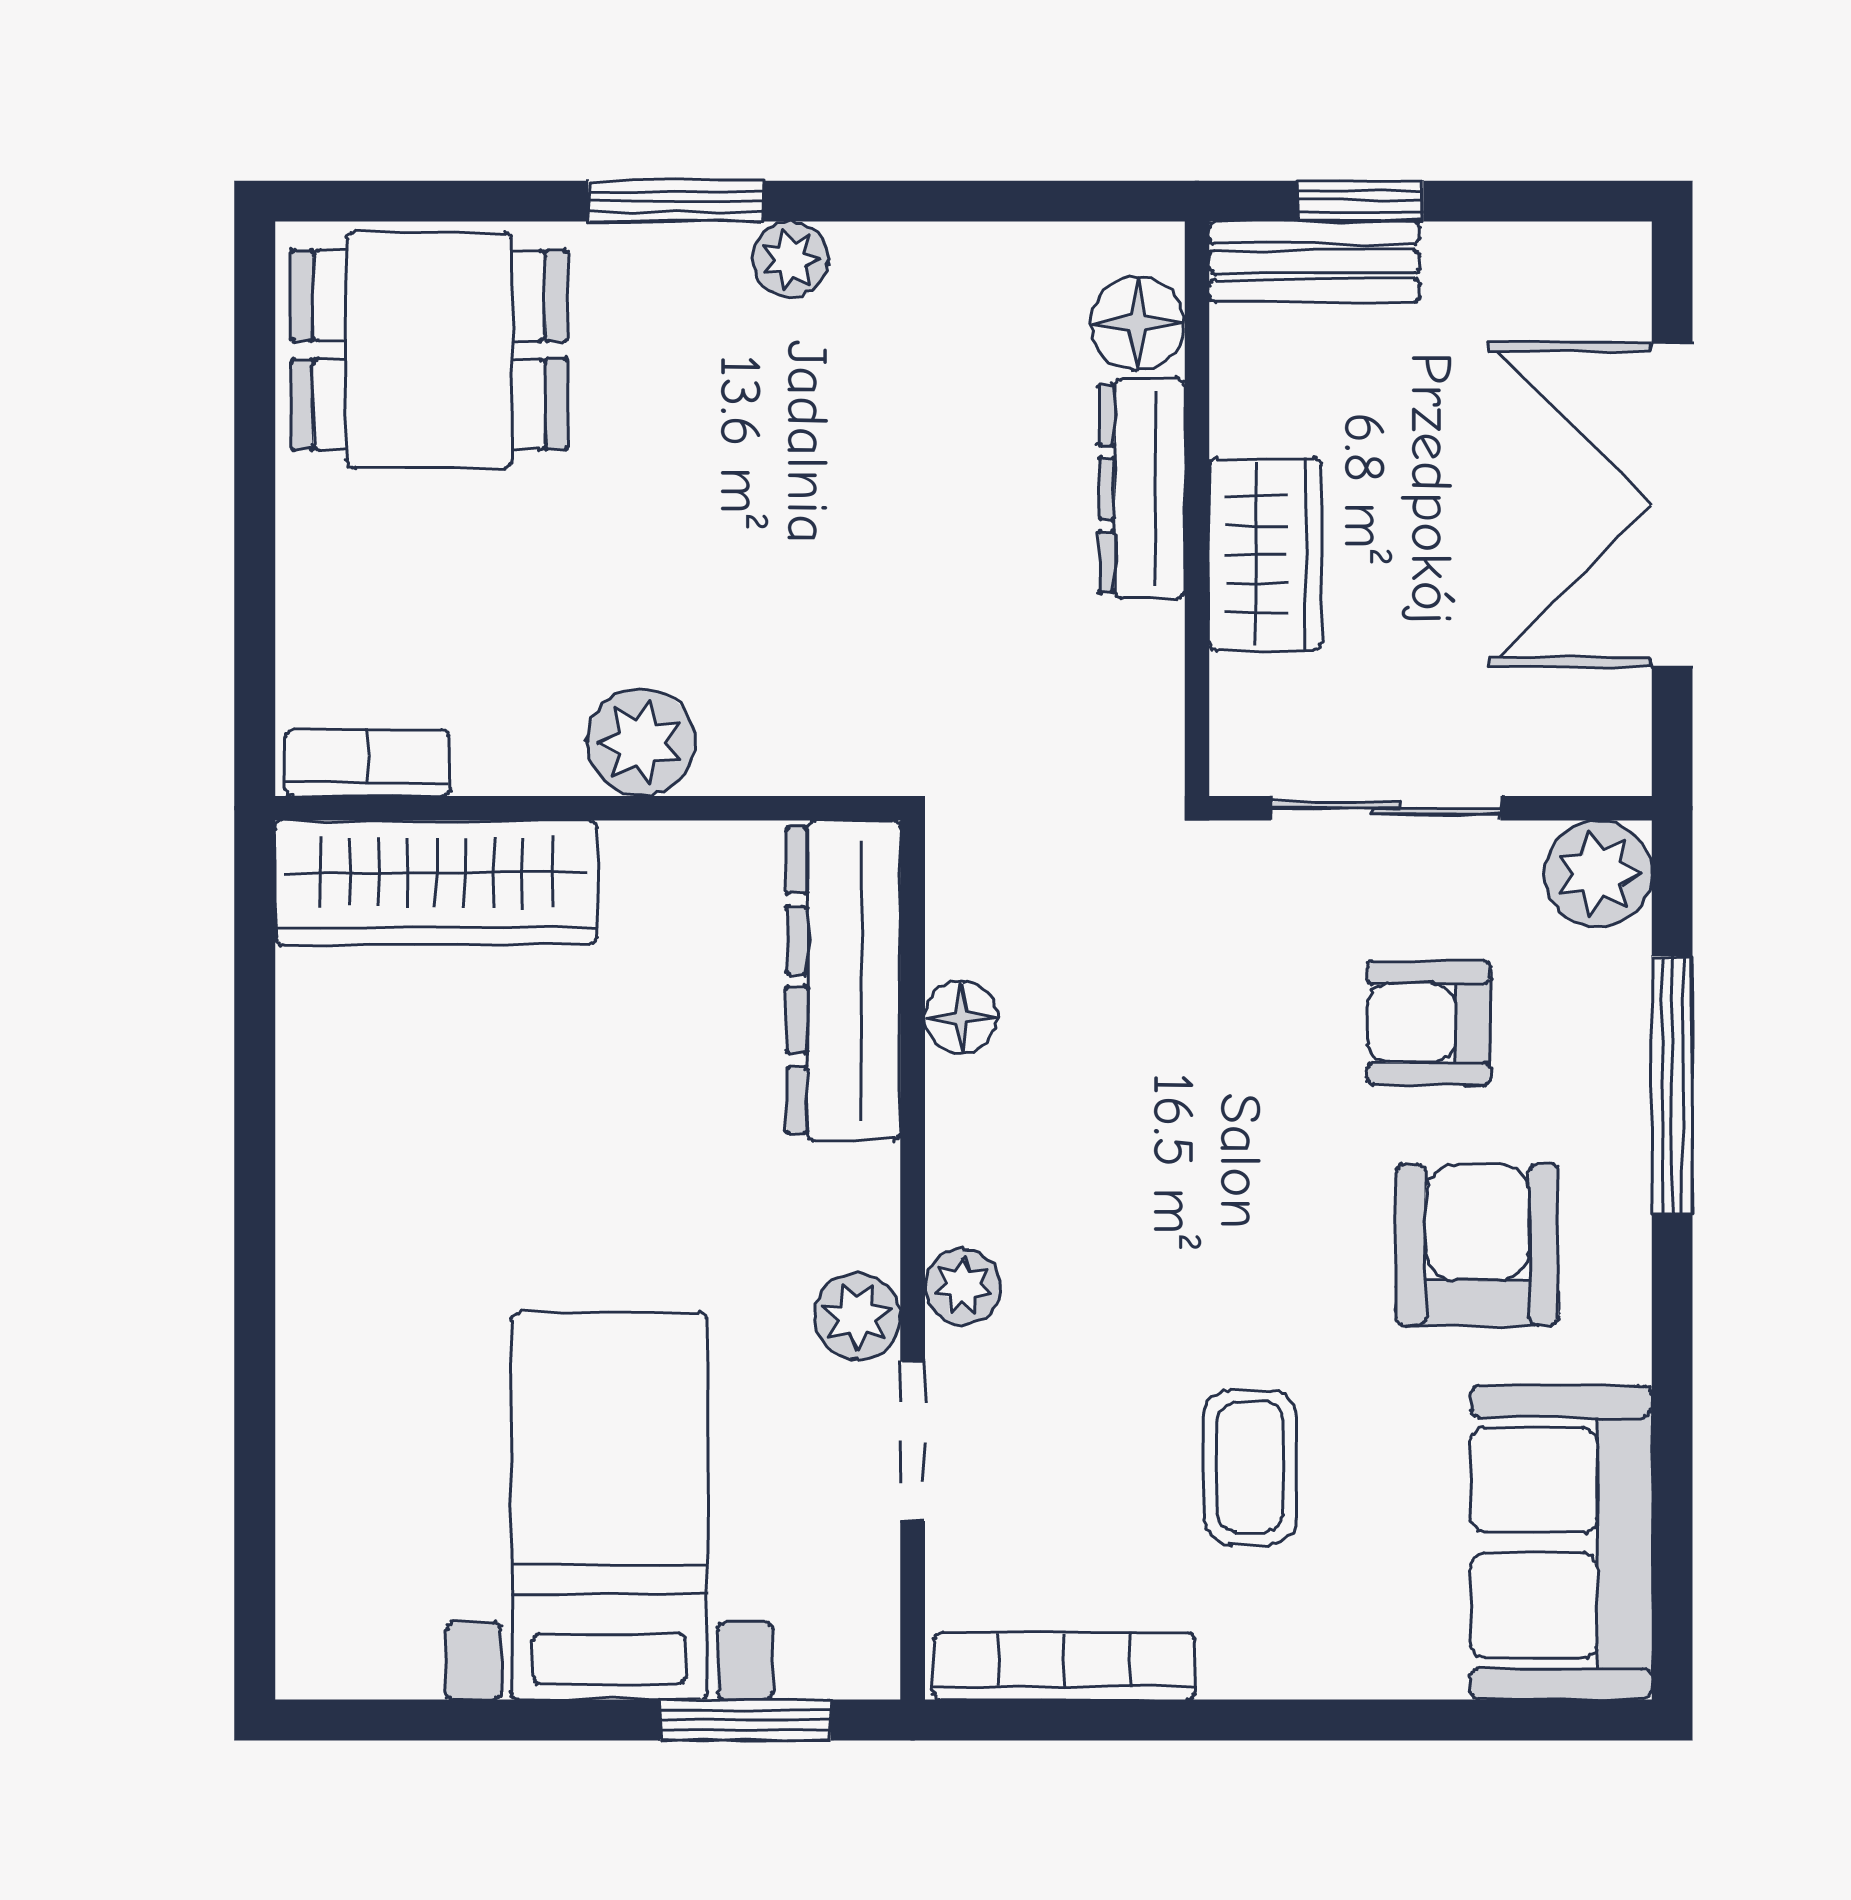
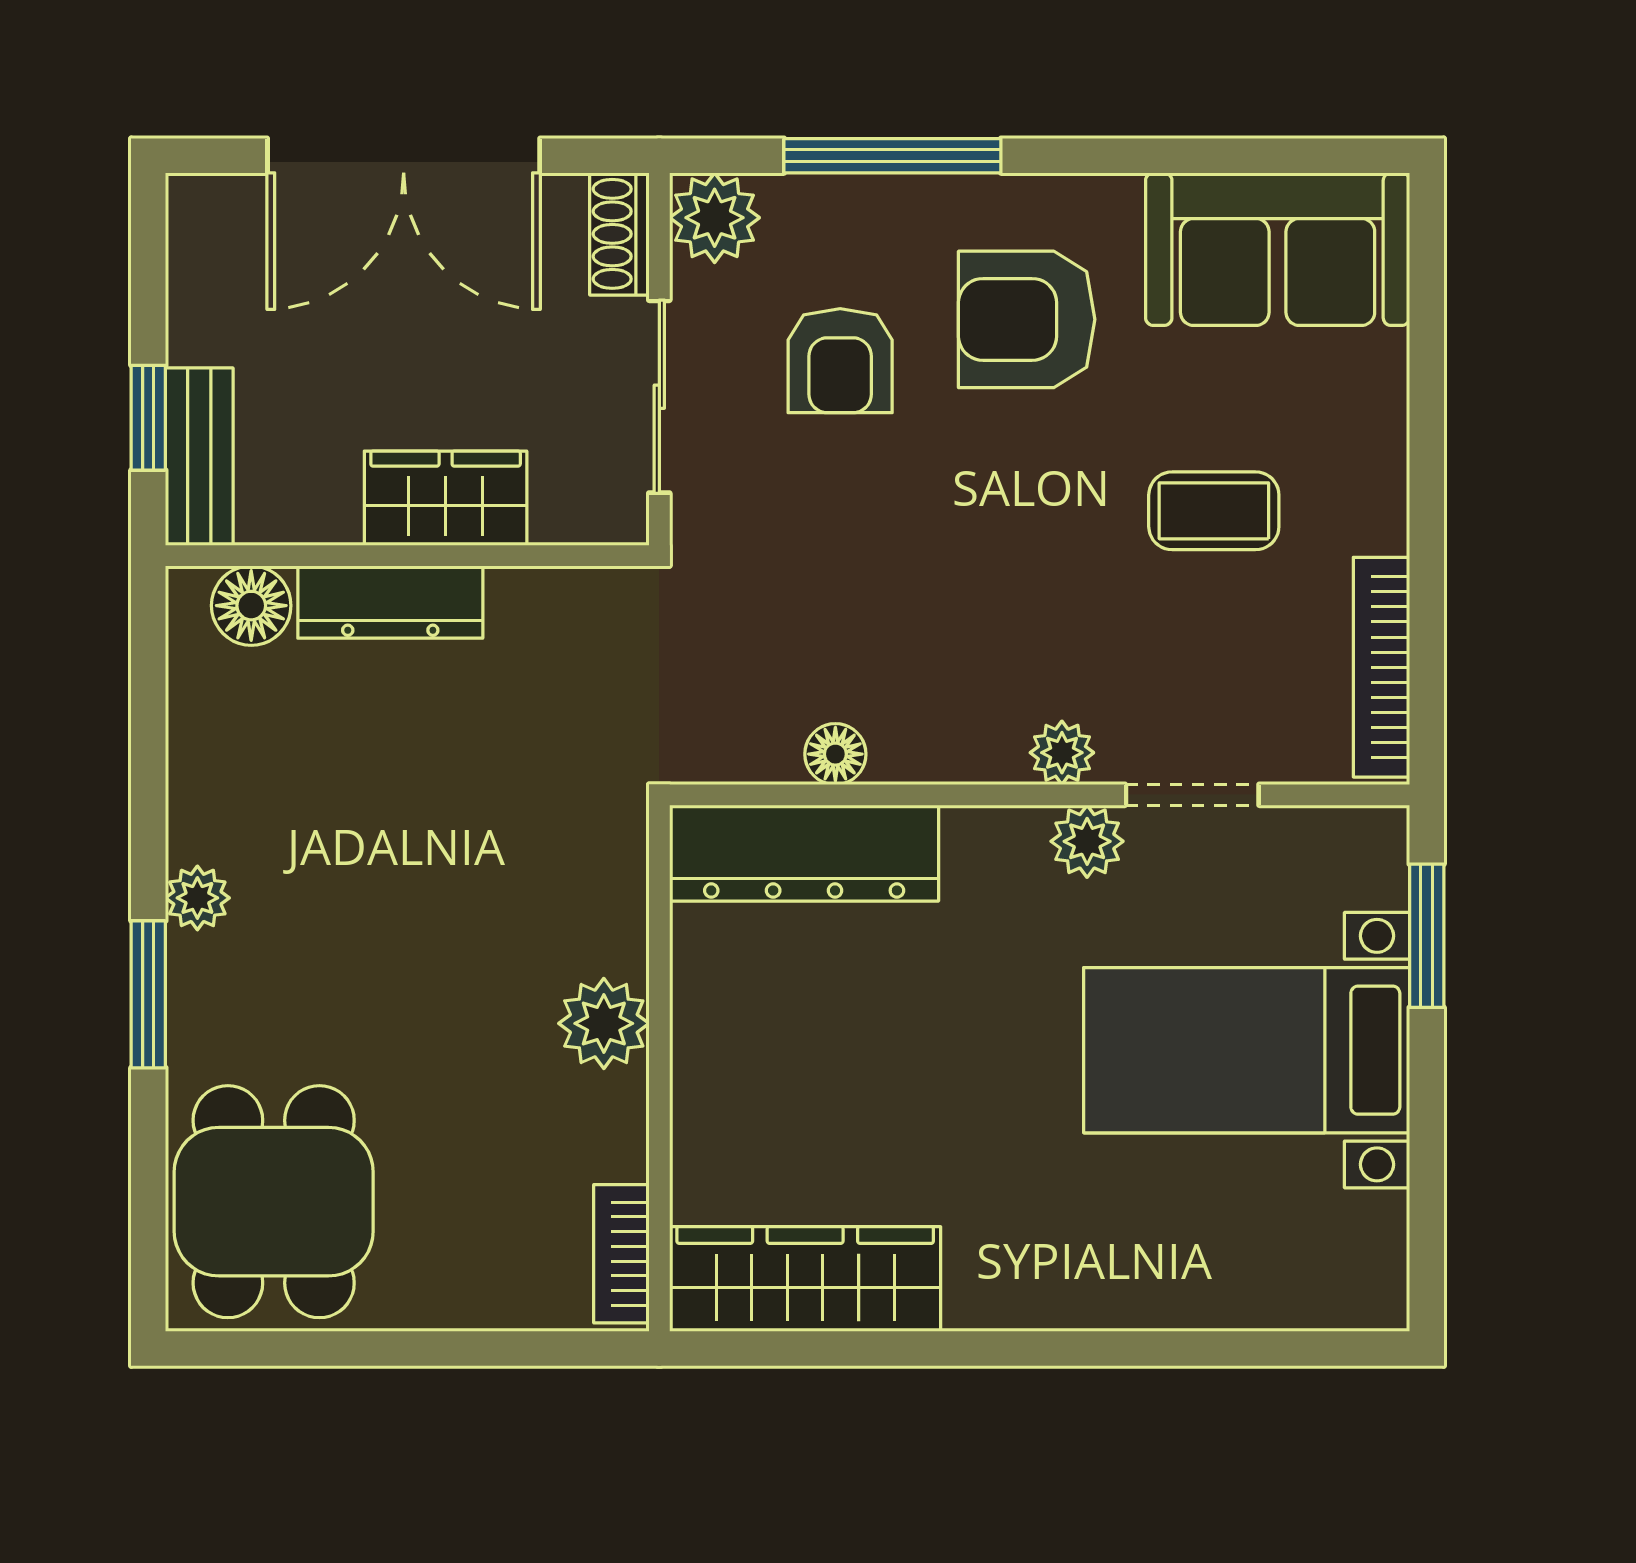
shoe rack: (1579, 761) -> (619, 234), added
wardrobe: (436, 883) -> (805, 1279), moved, turned -90

